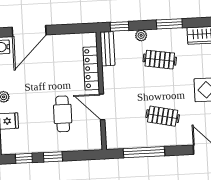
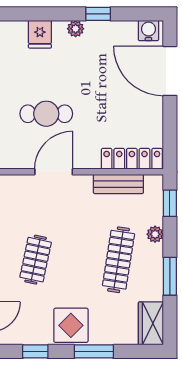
bench: (107, 49) -> (118, 184), moved
clothes rail: (160, 60) -> (119, 260), width x1.36
locker: (91, 68) -> (132, 159), moved

